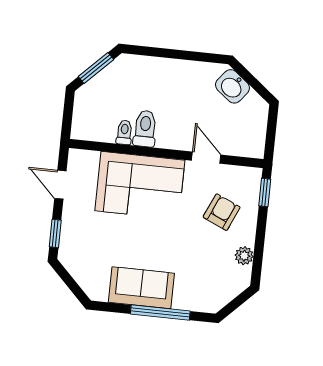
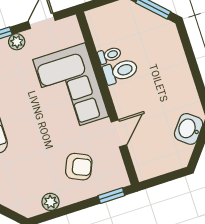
plant: (70, 219) -> (17, 42), added

